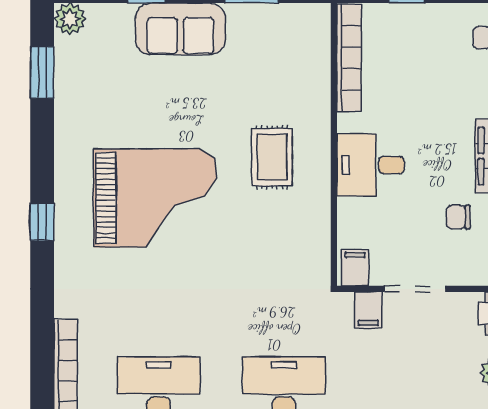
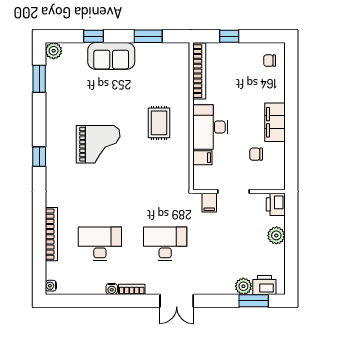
desk: (370, 165) -> (210, 127), width x1.37
grand piano: (155, 198) -> (98, 144), width x0.73, depth x0.68
filing cabinet: (355, 268) -> (202, 158), moved, turned 90

